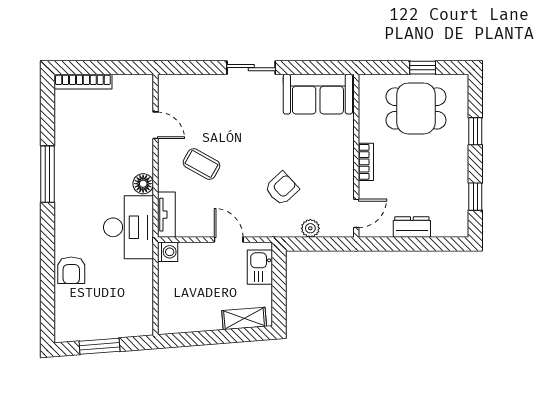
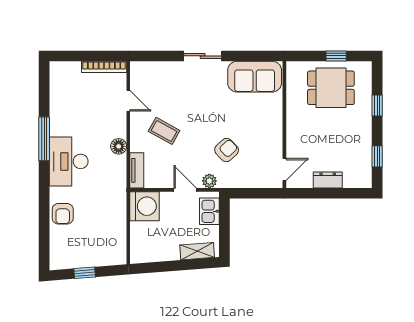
bookcase: (83, 82) -> (104, 67), moved
bookcase: (366, 162) -> (292, 129), removed
desk: (128, 227) -> (69, 161), moved, turned 180
plant: (310, 228) -> (209, 181), moved
washing machine: (168, 252) -> (145, 206), width x1.89, depth x1.89
window: (99, 346) -> (85, 273), width x0.67

